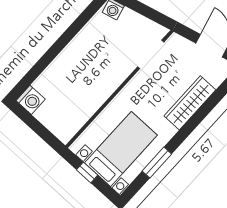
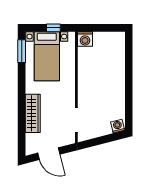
washing machine: (31, 100) -> (85, 39), moved, turned -90
window: (157, 163) -> (22, 51), moved

